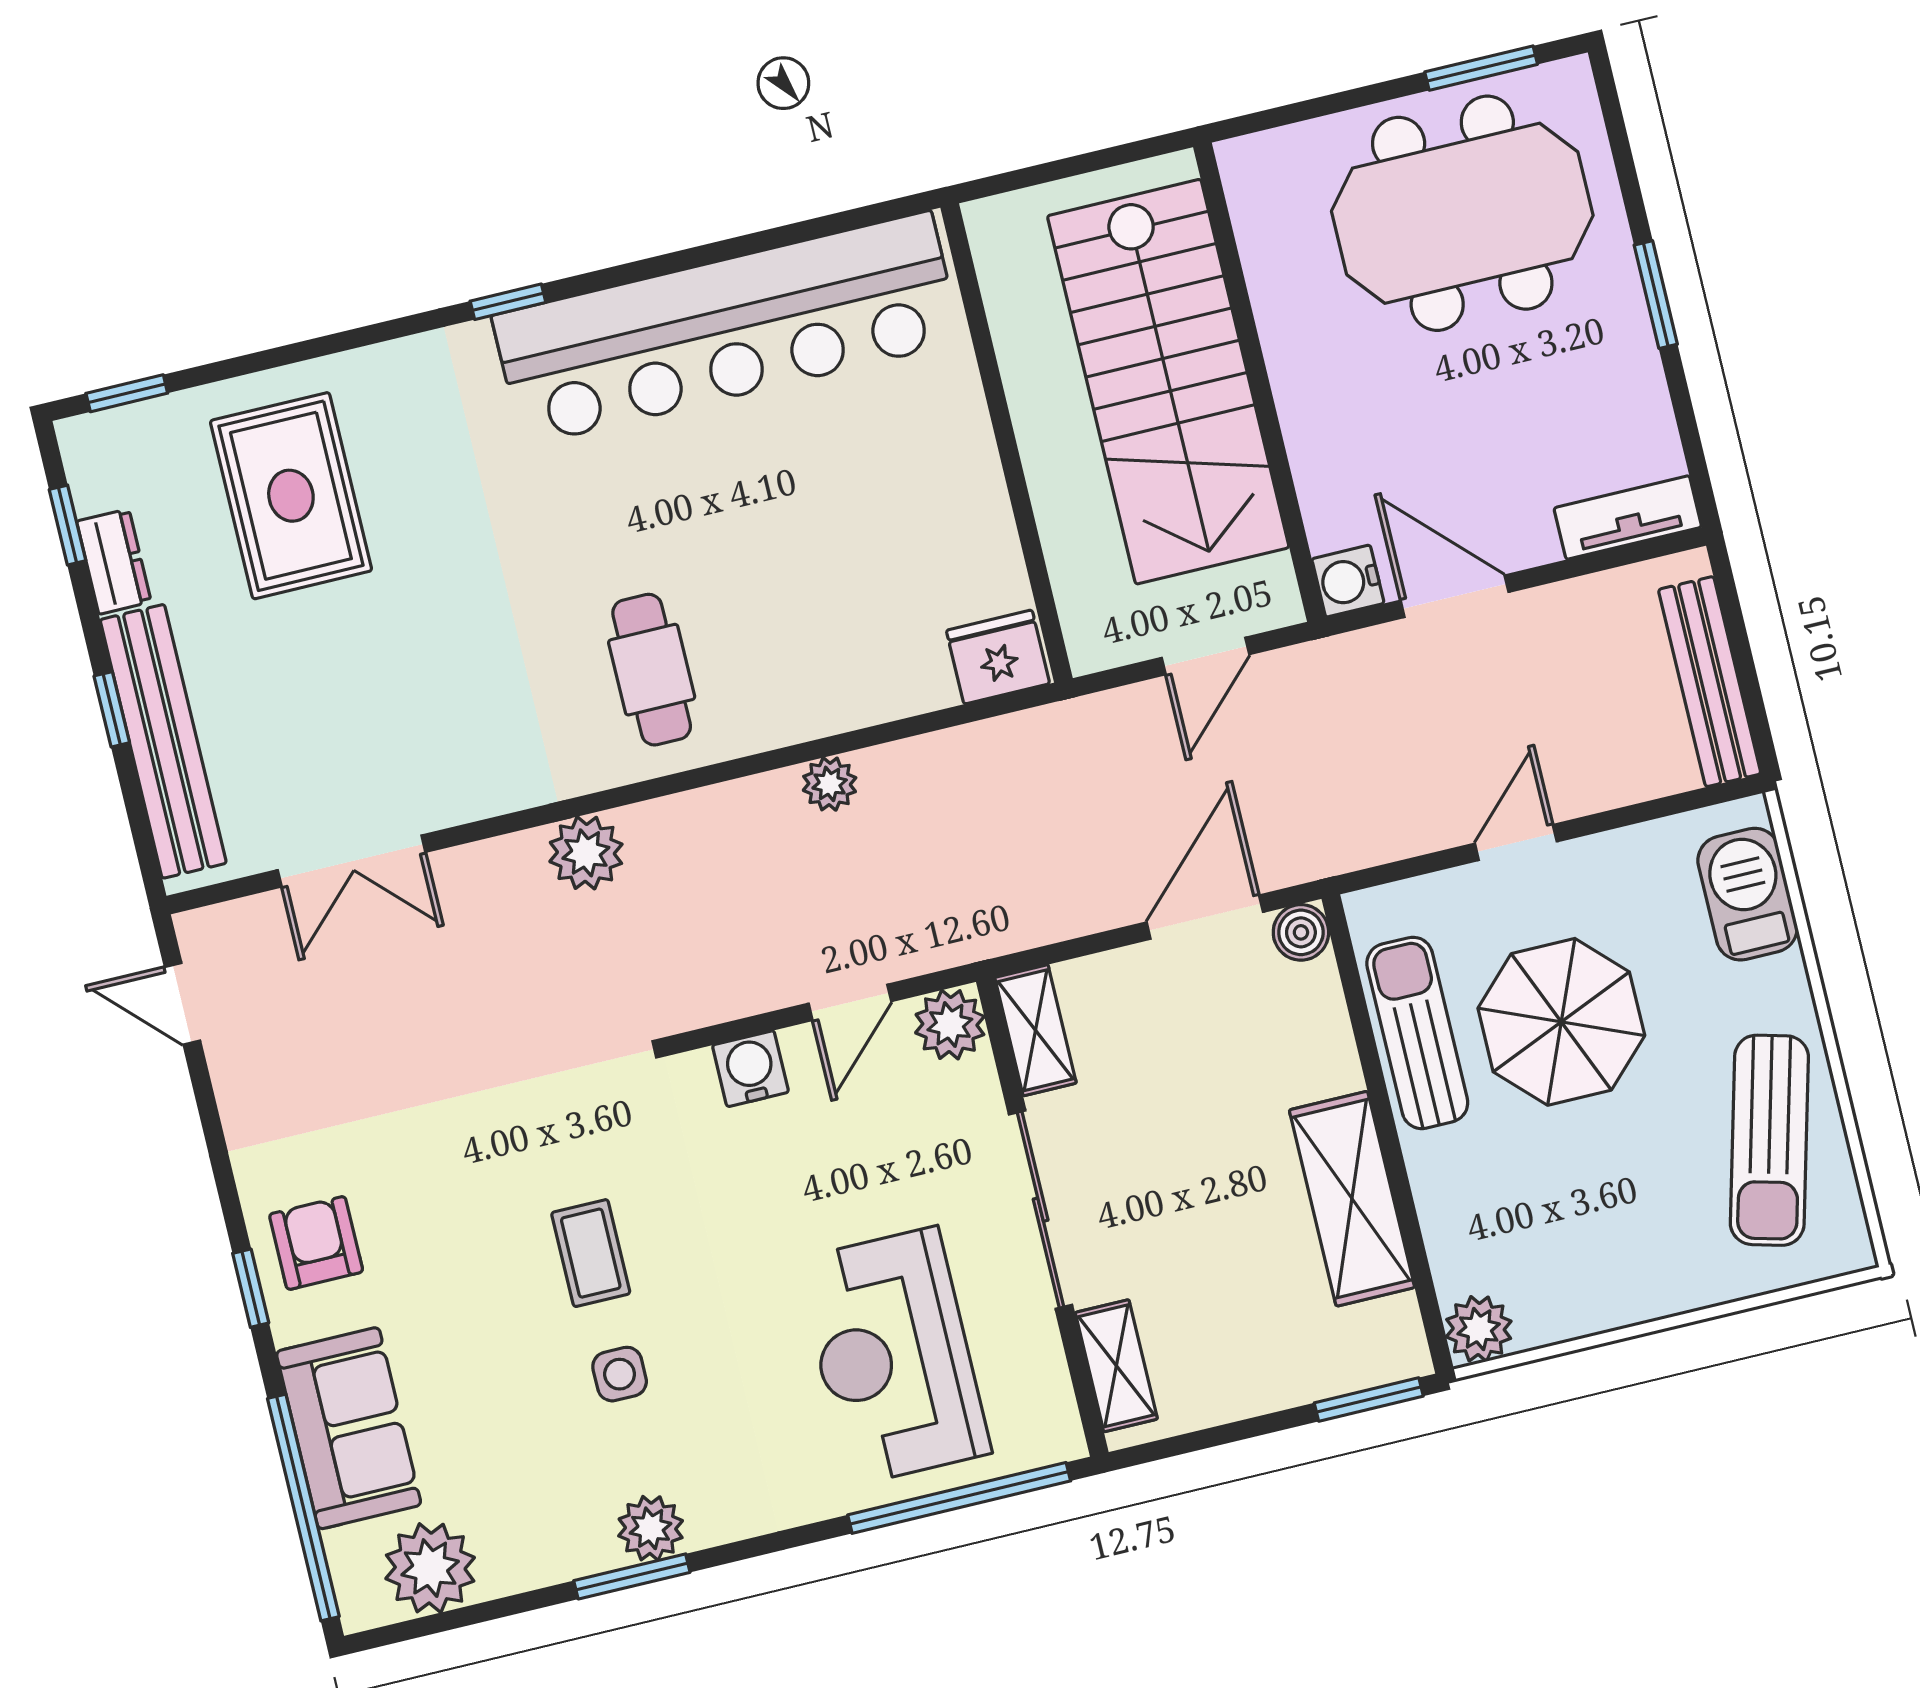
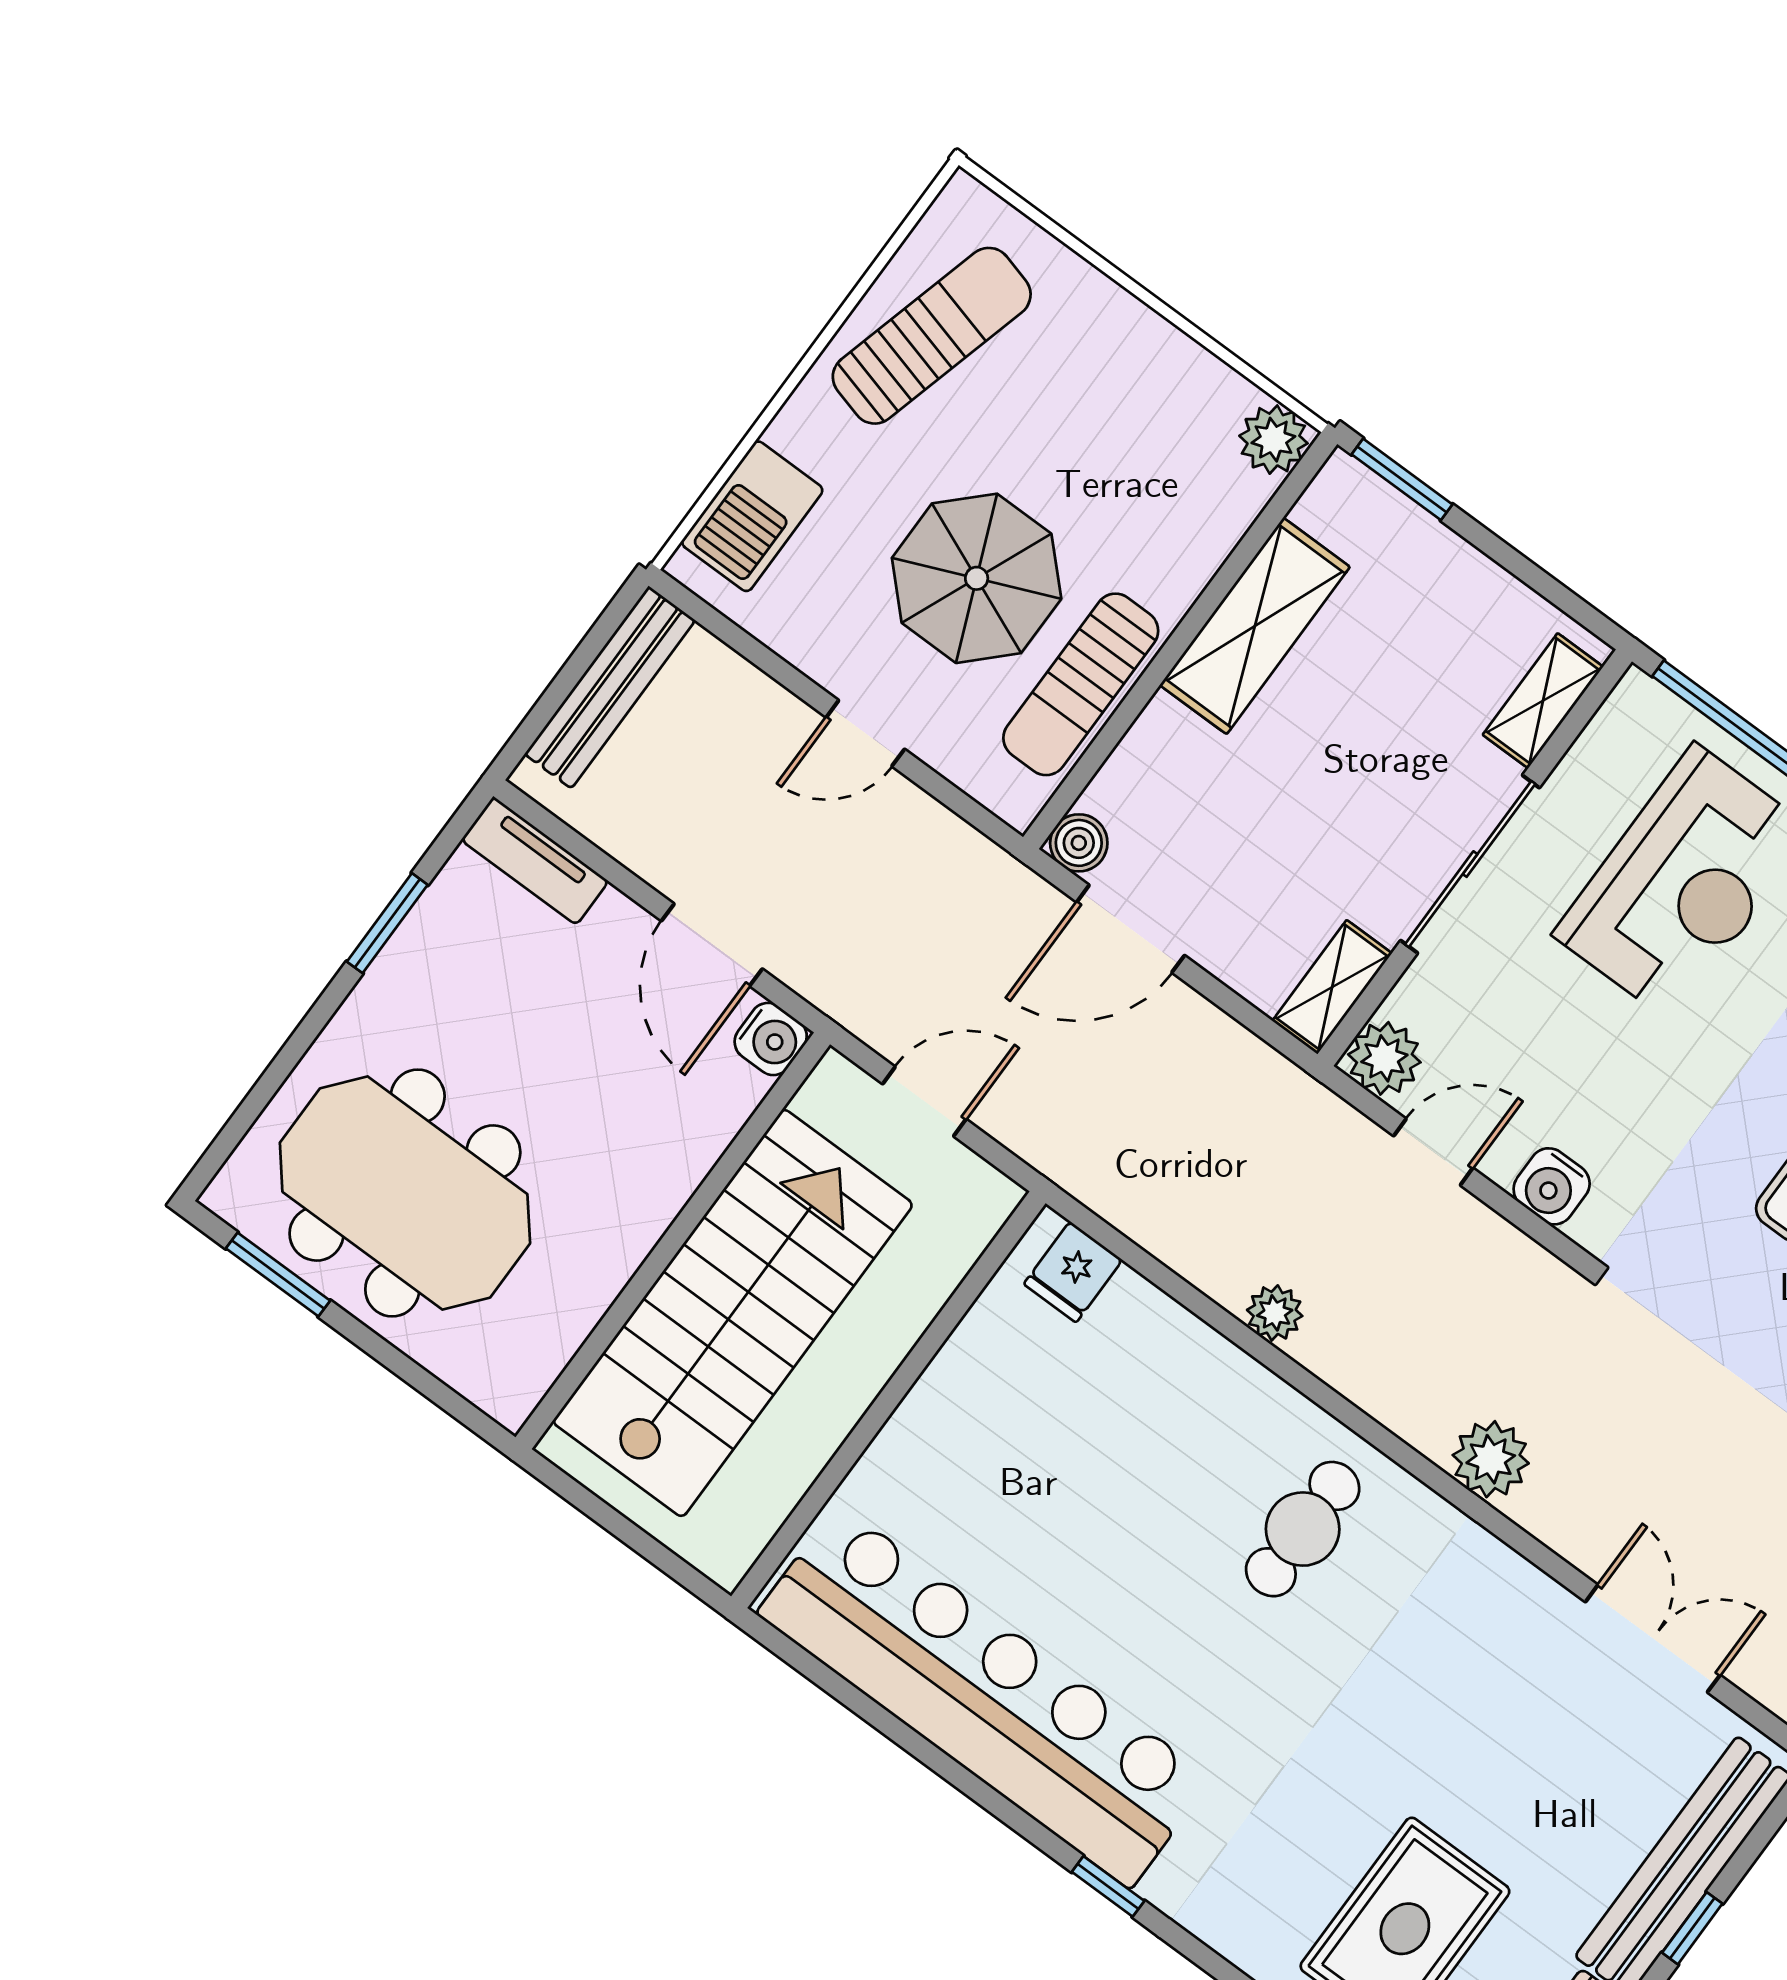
window: (1656, 295) -> (387, 923), moved
fridge: (998, 657) -> (1073, 1272), width x0.72

